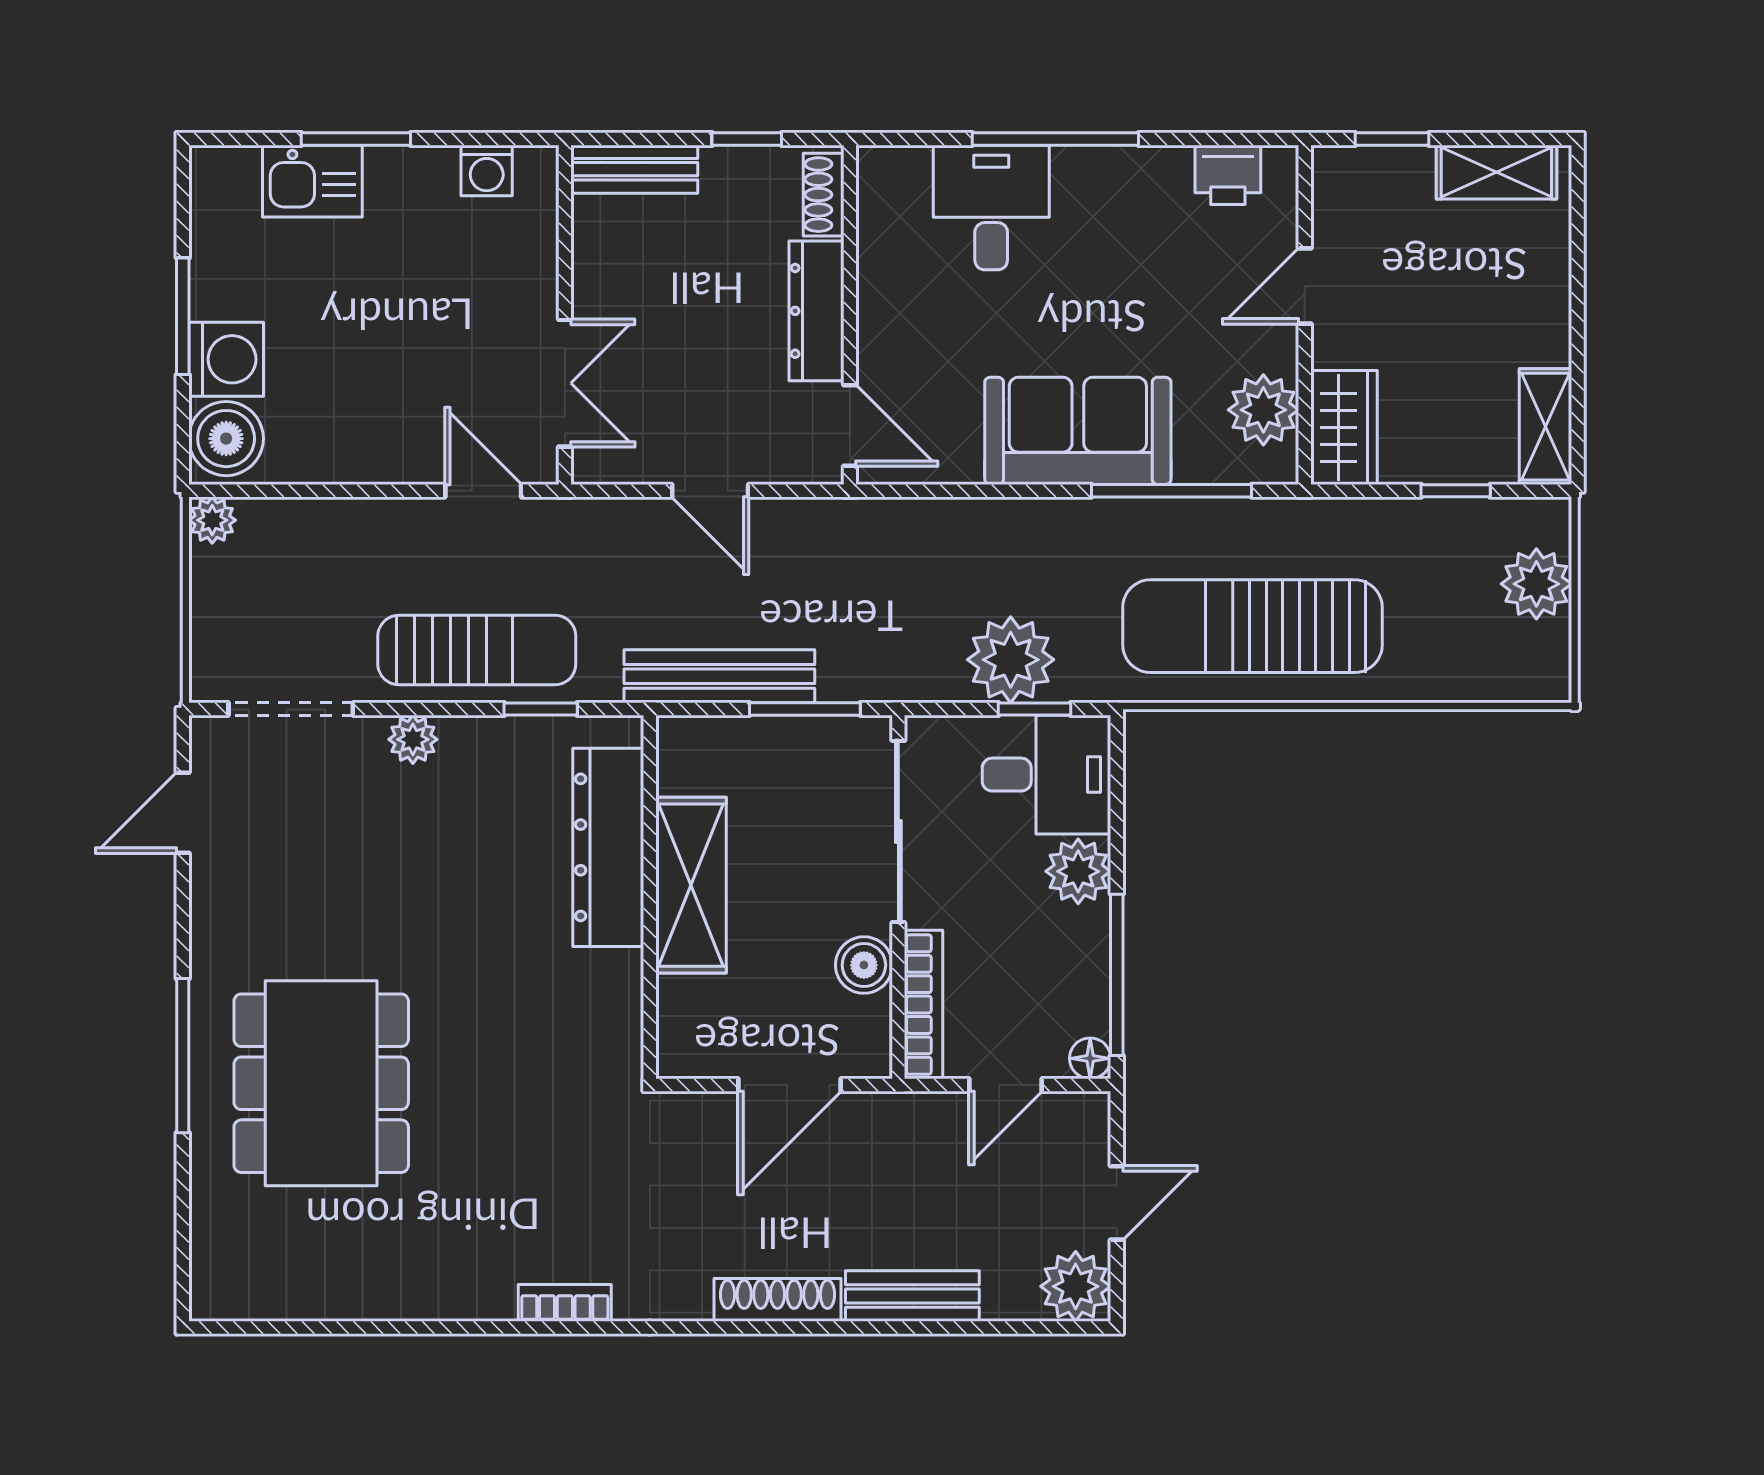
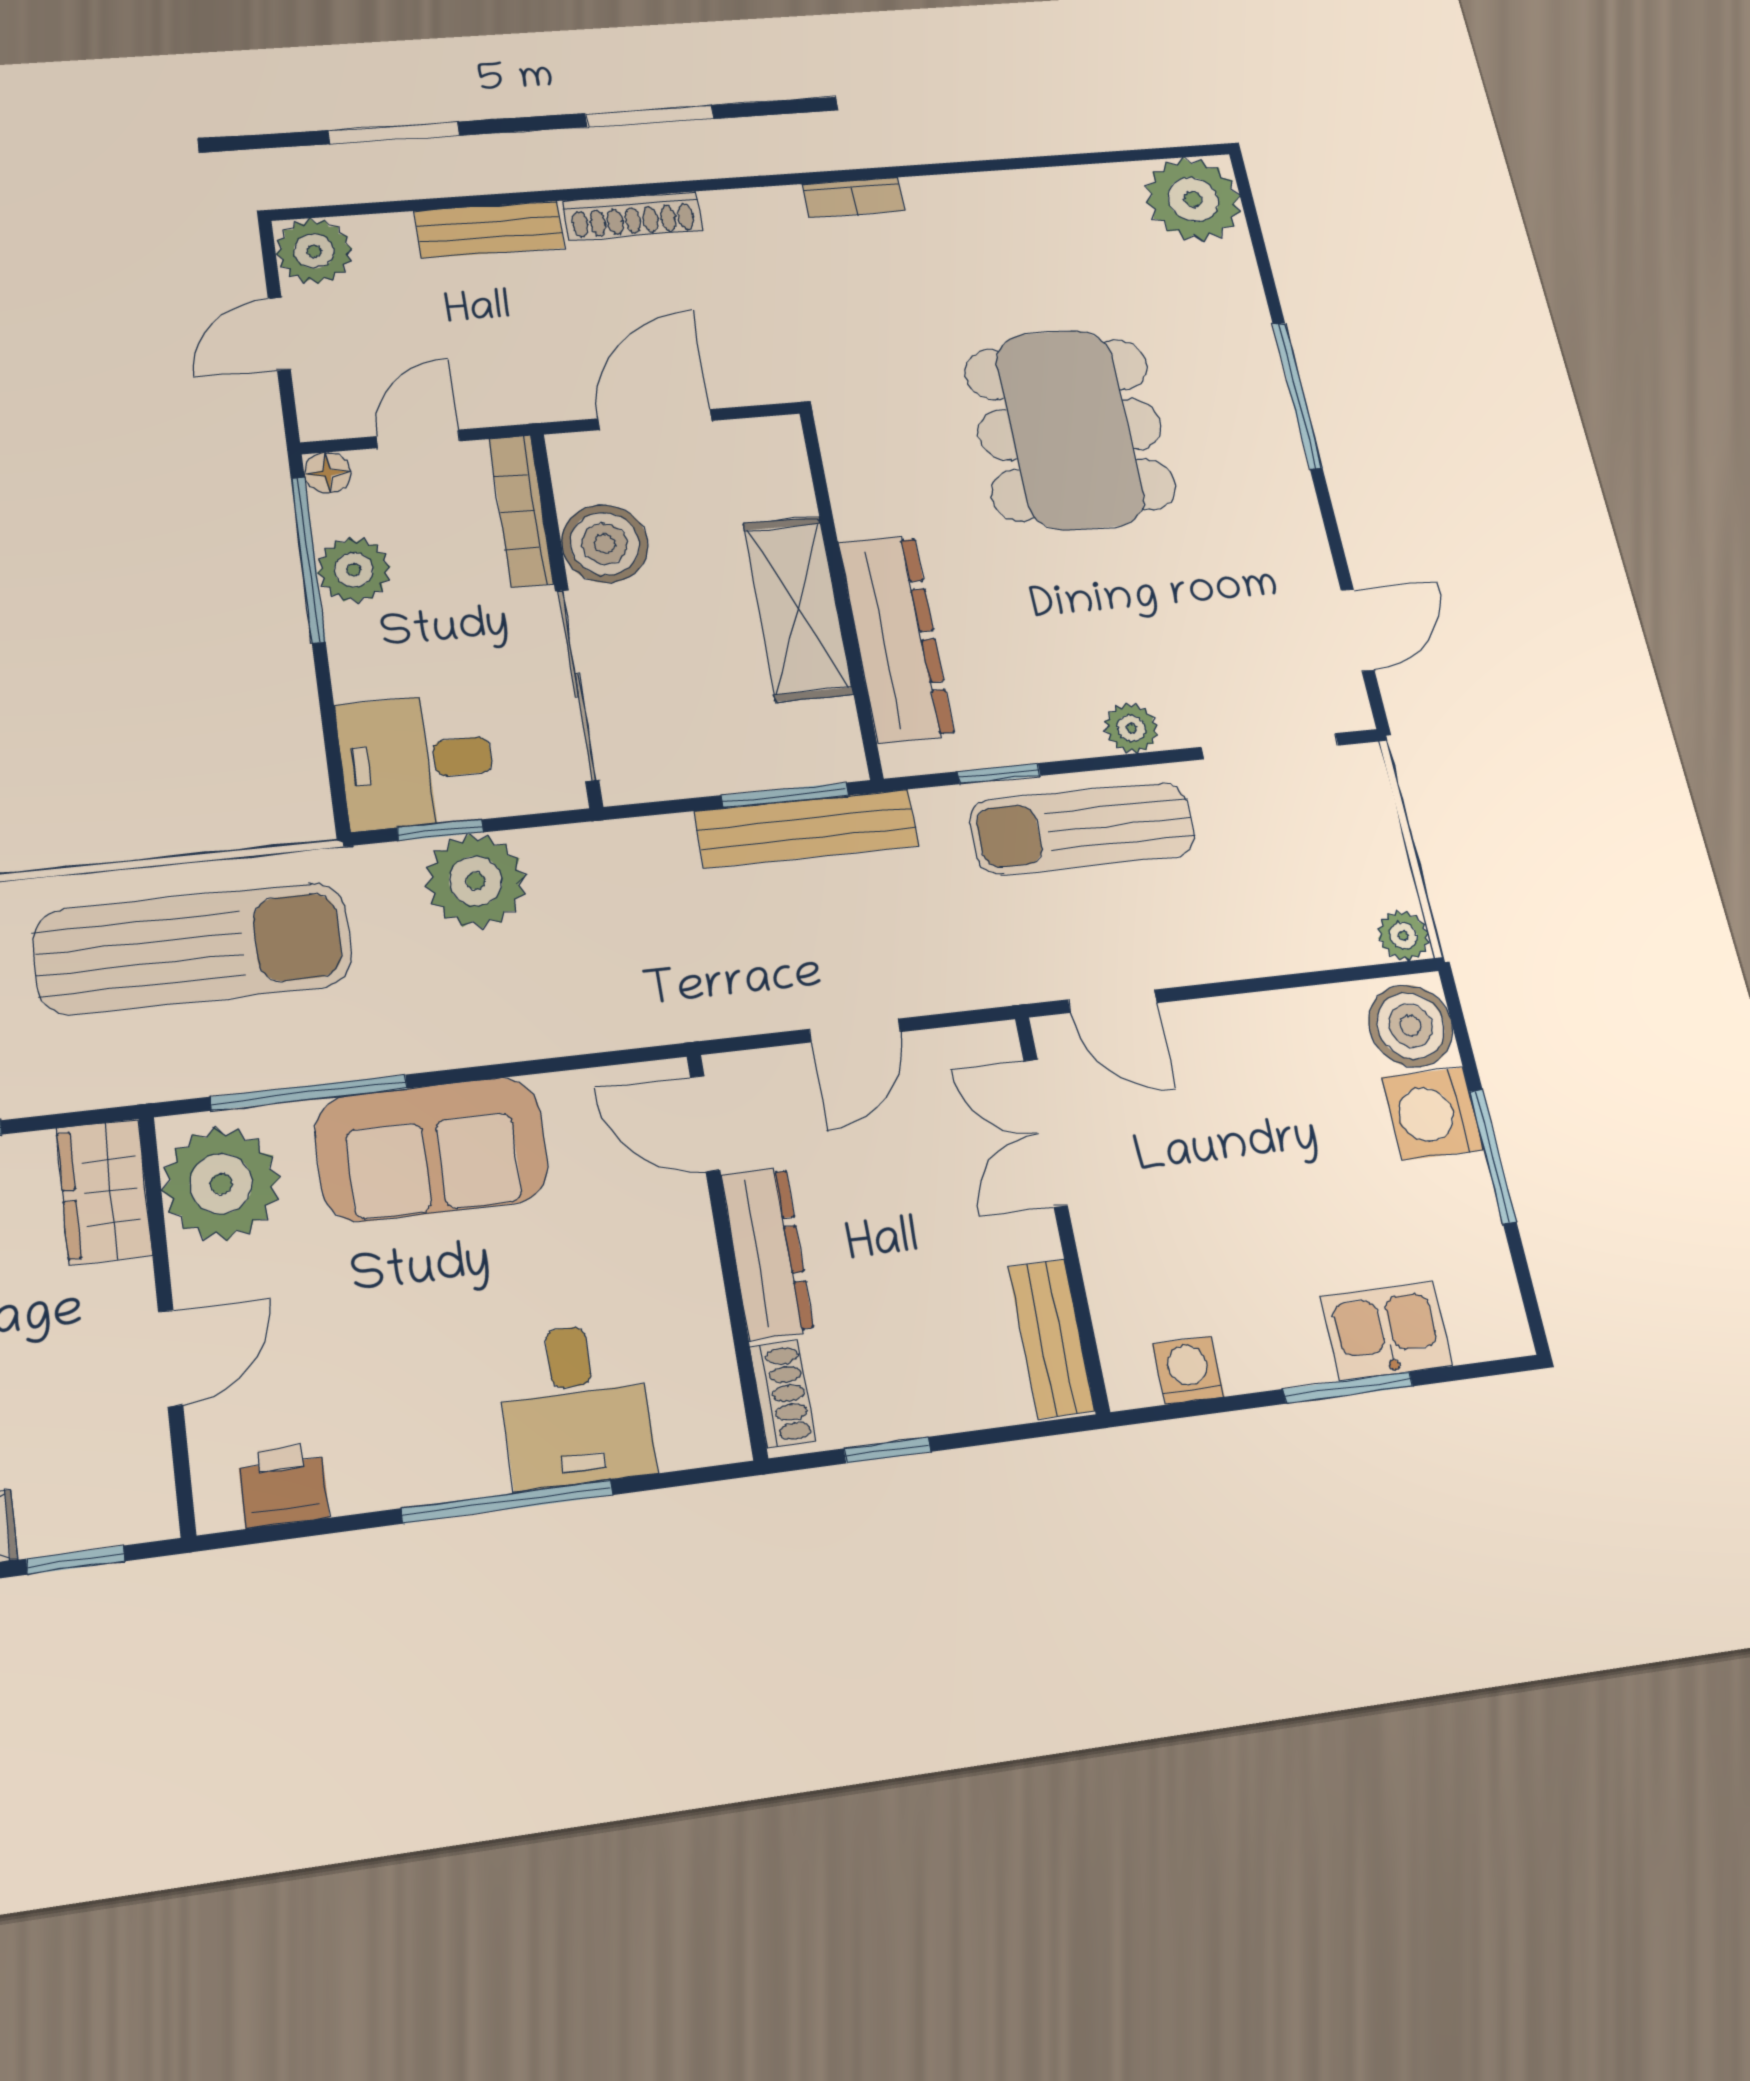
bench: (634, 169) -> (1051, 1338), moved, turned 90
plant: (1263, 410) -> (221, 1184), width x1.36, depth x1.36
door: (710, 491) -> (855, 1031), swing flipped
window: (805, 709) -> (785, 795), moved
plant: (1078, 871) -> (354, 570), moved
boiler: (864, 965) -> (605, 544), width x1.36, depth x1.36
dining table: (321, 1083) -> (1070, 429), moved
plant: (236, 1274) -> (1193, 199), added

